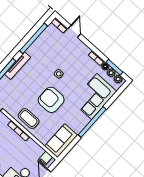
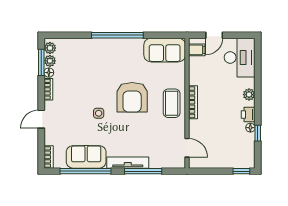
door: (74, 31) -> (41, 119), moved
sofa: (41, 46) -> (86, 157), added
corner sofa: (94, 96) -> (89, 56), removed

